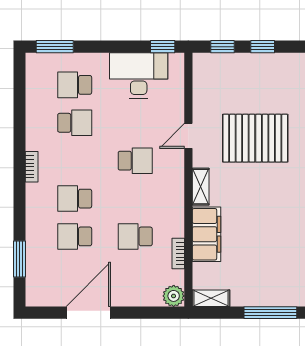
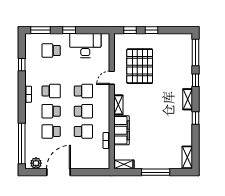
window: (163, 47) -> (69, 30), moved
window: (20, 111) -> (22, 65), added
school desk: (75, 123) -> (51, 91), moved
pallet: (255, 138) -> (140, 66), moved, turned 90
school desk: (135, 199) -> (83, 111), added
school desk: (135, 236) -> (83, 131), turned 180
window: (20, 259) -> (22, 143), width x2.11
plant: (174, 296) -> (36, 163), moved

